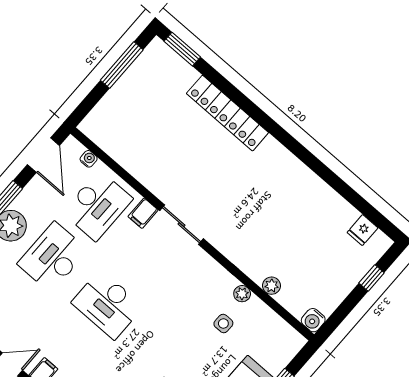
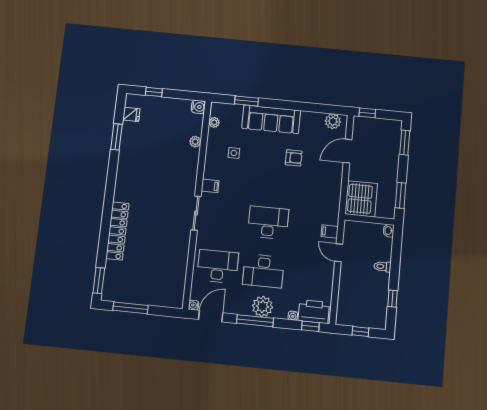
water cooler: (89, 159) -> (194, 305), moved
window: (347, 192) -> (116, 137), added
filing cabinet: (143, 213) -> (210, 186), moved
plant: (242, 294) -> (214, 122), moved
desk: (107, 305) -> (268, 223), turned -90

